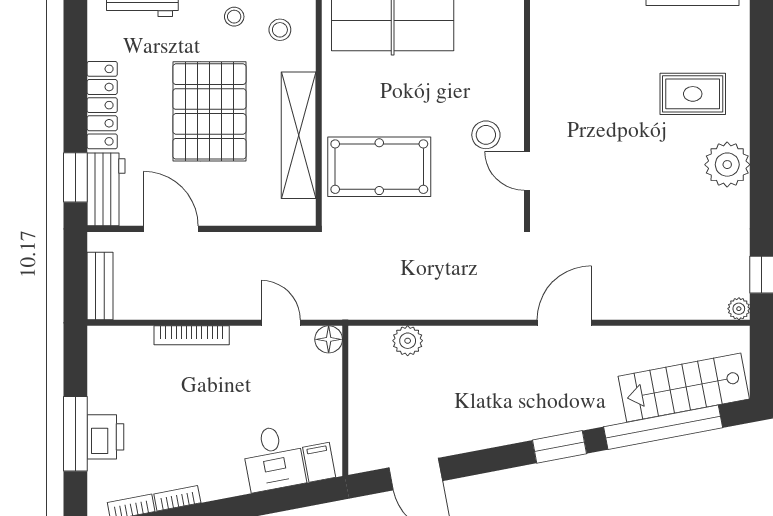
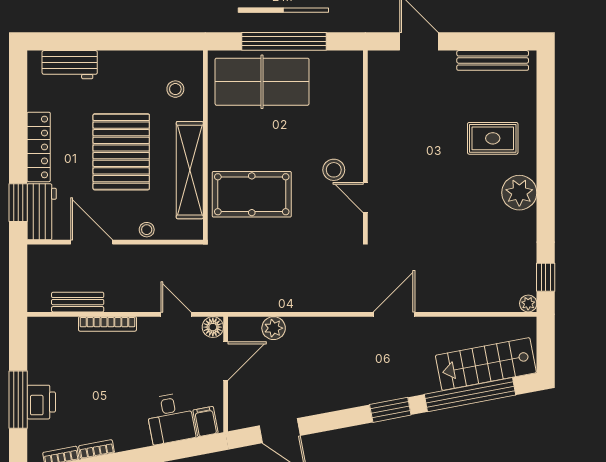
stool: (234, 17) -> (147, 230), moved
bench: (100, 286) -> (78, 302), moved, turned 90
door: (345, 384) -> (226, 361), added

